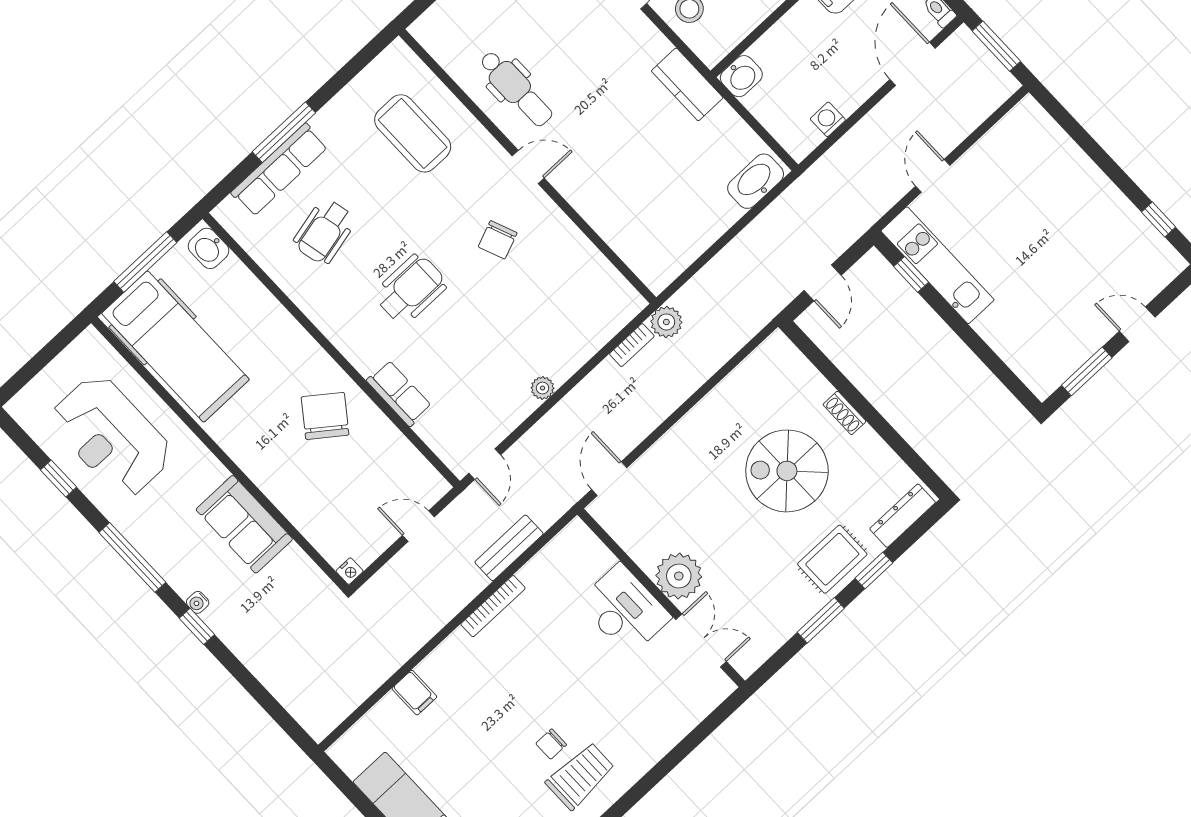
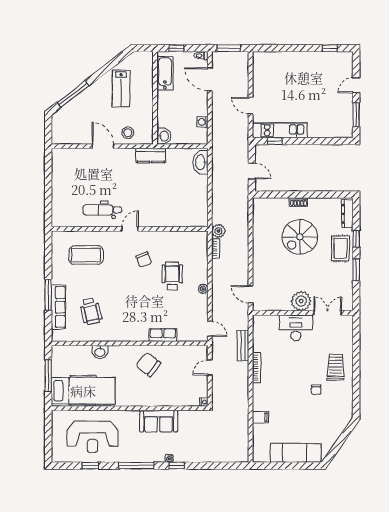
dental chair: (516, 89) -> (102, 210), turned 180
washbasin: (208, 248) -> (100, 352), moved
wheelchair: (411, 289) -> (172, 276), moved
trolley: (580, 776) -> (336, 367), moved

